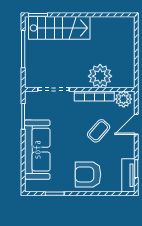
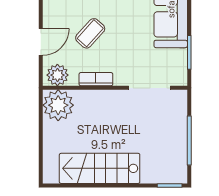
stairs: (59, 28) -> (100, 168), moved
plant: (100, 76) -> (58, 105), moved
bookcase: (94, 96) -> (96, 79), width x0.64

